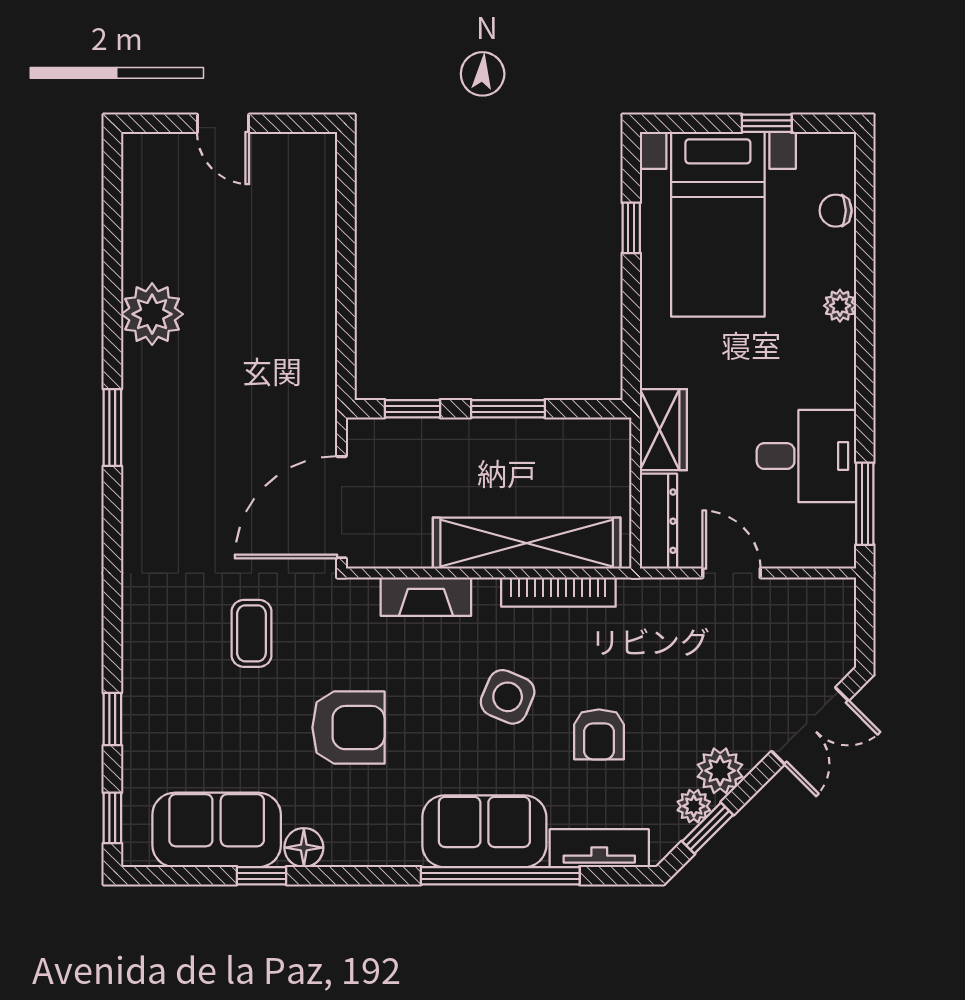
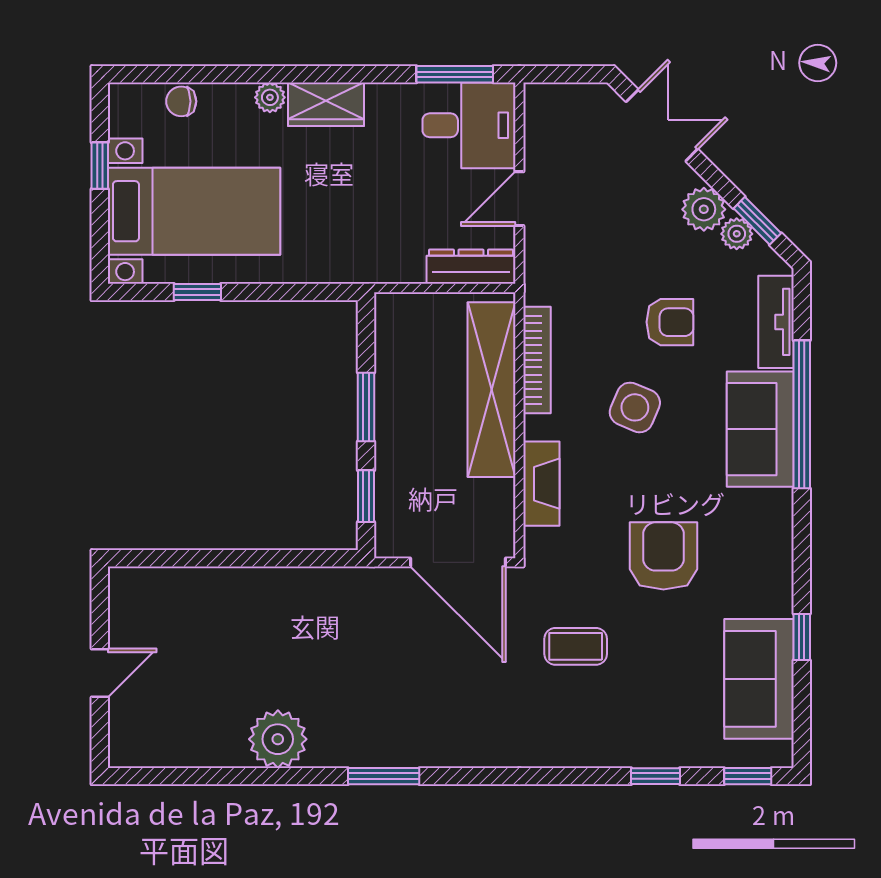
chair: (836, 211) -> (181, 101), turned 90
wardrobe: (663, 430) -> (326, 104), moved, turned 180
desk: (806, 456) -> (469, 125), moved, turned 90
floor lamp: (304, 848) -> (775, 598), removed

